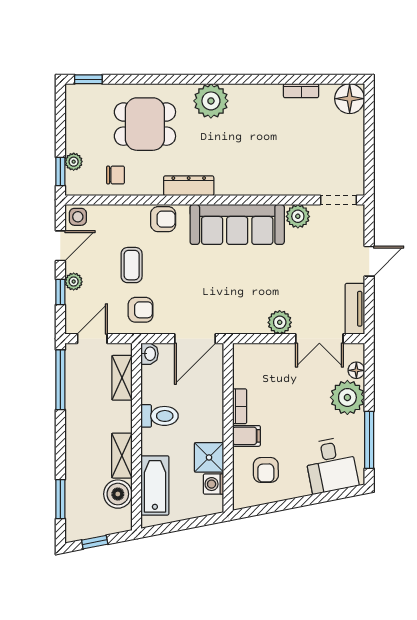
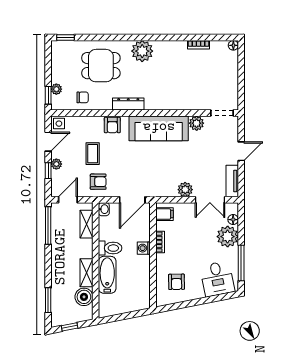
floor lamp: (350, 99) -> (233, 45), width x0.53, depth x0.53
armchair: (163, 219) -> (112, 125), turned 90
filing cabinet: (246, 436) -> (164, 214), moved
shower: (209, 457) -> (141, 274), removed
washing machine: (214, 484) -> (144, 248), moved
bathtub: (155, 485) -> (107, 275), moved

